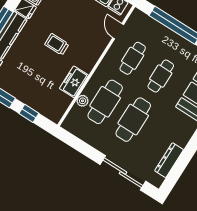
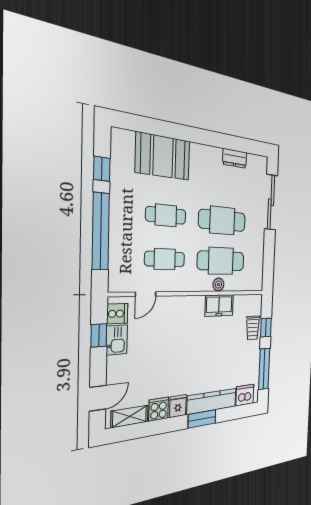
trolley: (57, 44) -> (253, 328), moved
plant: (83, 101) -> (218, 285), moved
dresser: (169, 160) -> (235, 158), width x0.70

